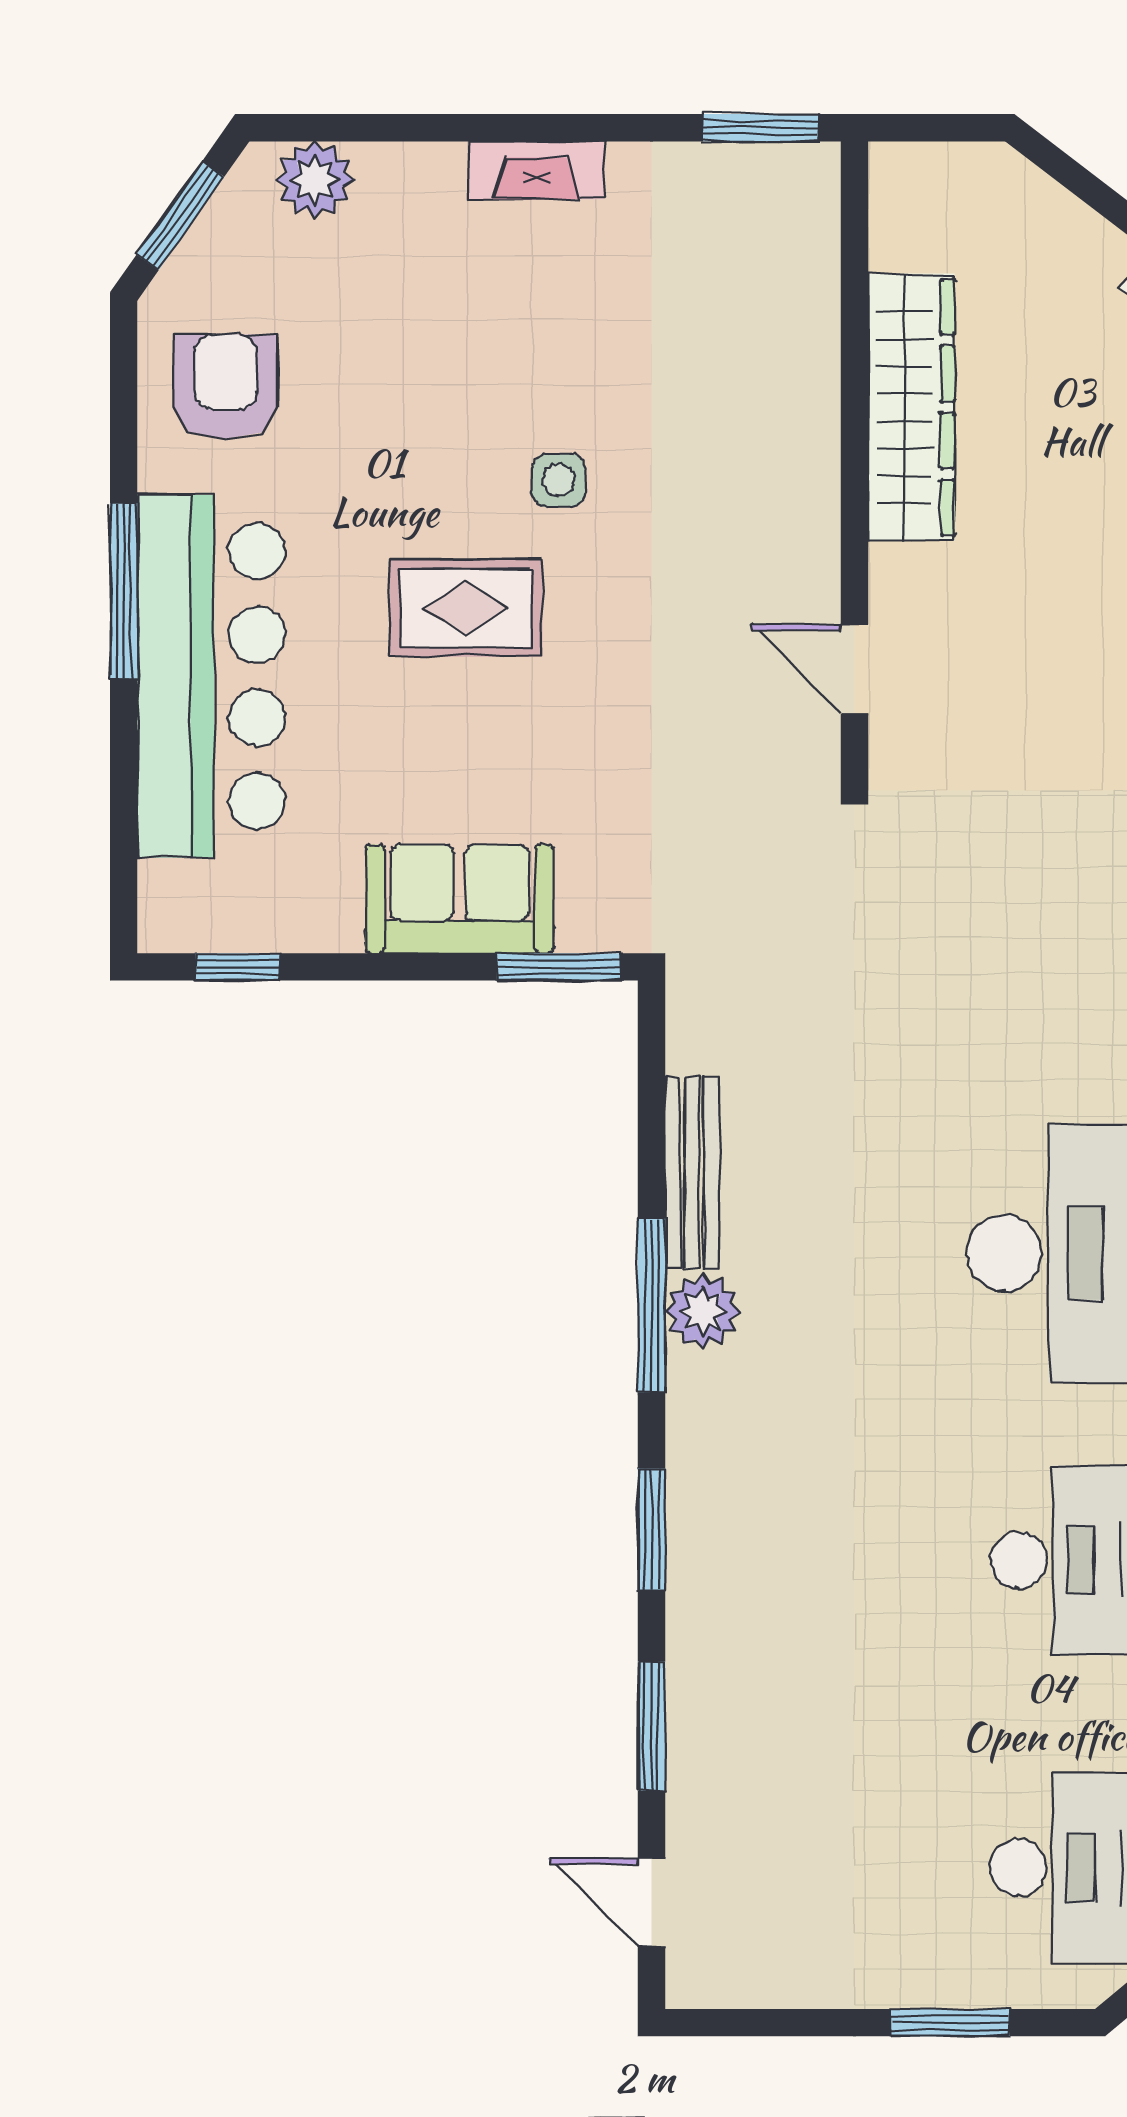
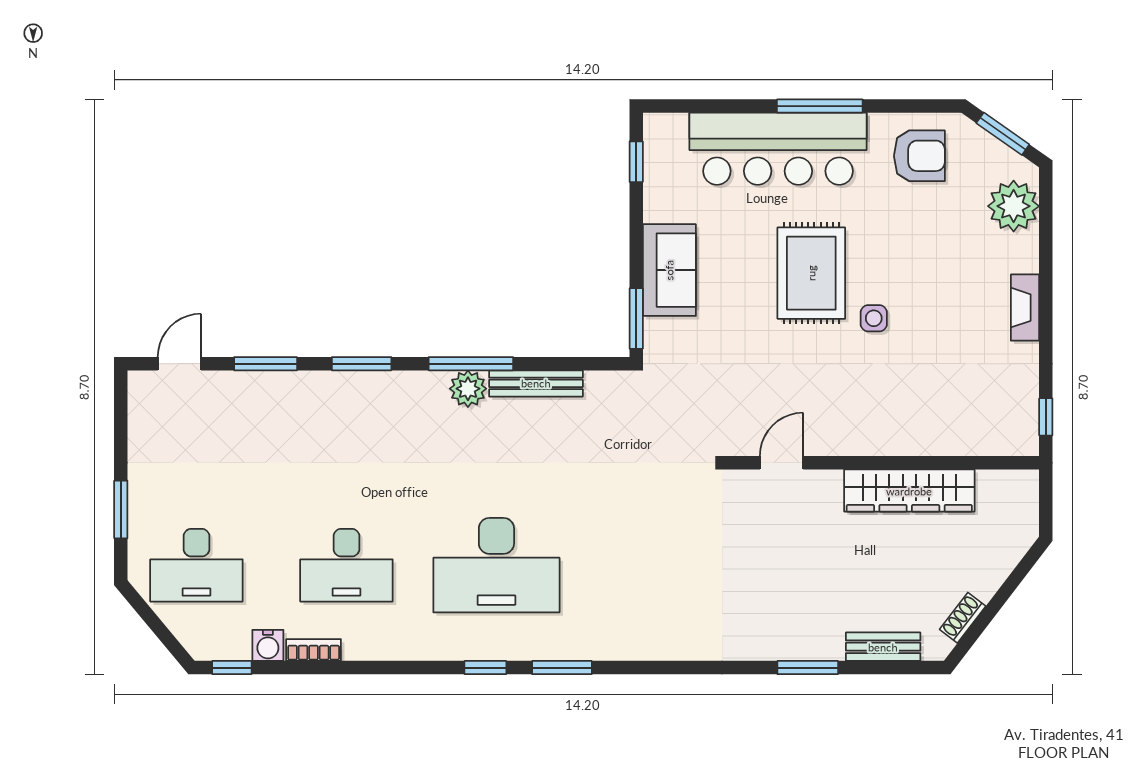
window: (761, 128) -> (1046, 417), width x0.67
plant: (315, 180) -> (1014, 206), width x1.36, depth x1.36
rug: (466, 608) -> (811, 273), width x1.36, depth x1.43

